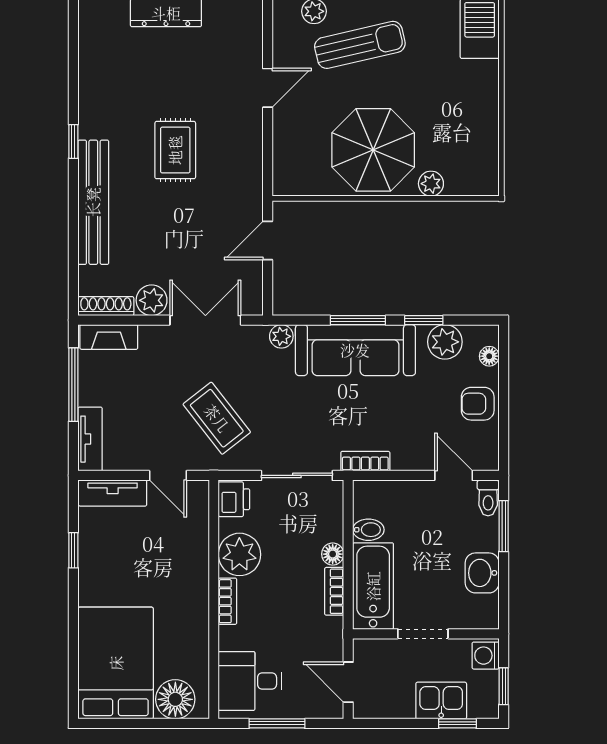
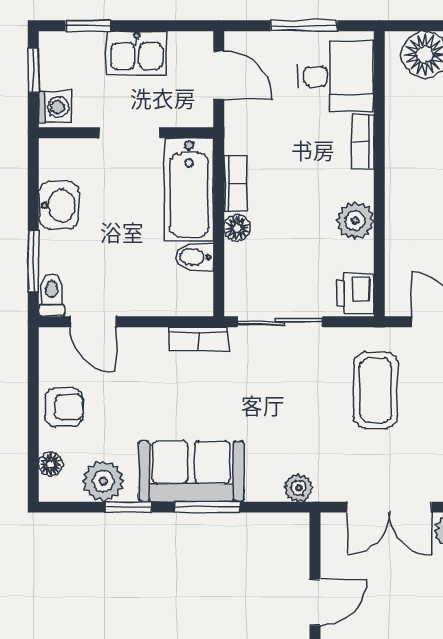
sofa: (355, 350) -> (191, 471), width x0.73
coffee table: (217, 418) -> (376, 390), turned 38
plant: (239, 554) -> (355, 221), width x0.73, depth x0.73
bookcase: (227, 601) -> (363, 142), moved
kitchen sink: (441, 701) -> (137, 53), moved

